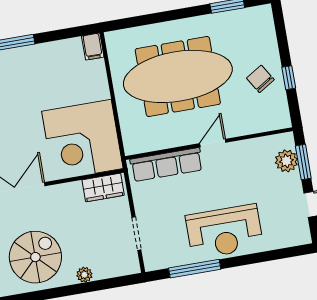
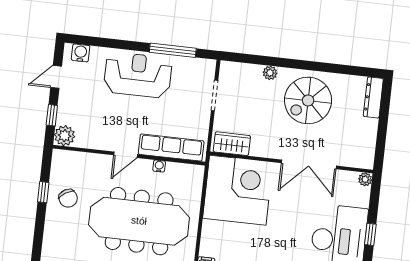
water cooler: (174, 141) -> (159, 166), added
plant: (286, 161) -> (65, 136), moved
window: (303, 162) -> (52, 115), width x0.67
water cooler: (292, 237) -> (81, 53), added

